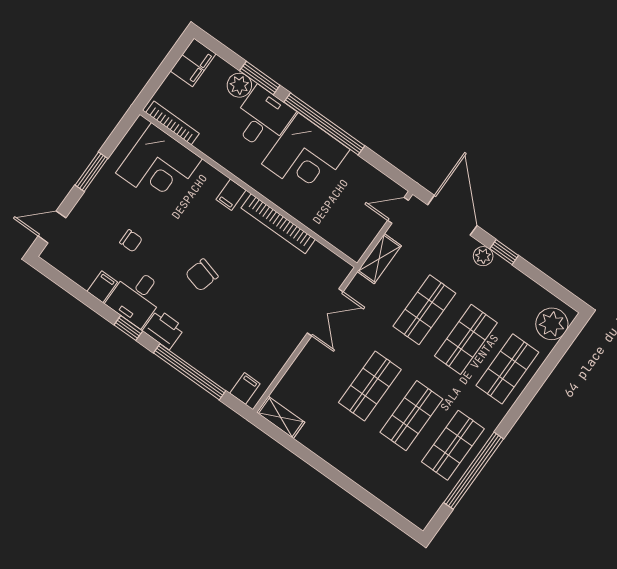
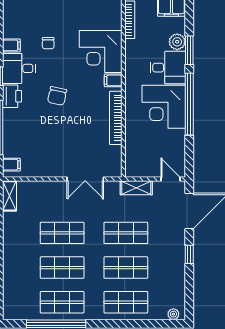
corner desk: (159, 166) -> (101, 52), moved
plant: (483, 256) -> (179, 244), removed
chair: (202, 275) -> (57, 96), turned -93
plant: (552, 324) -> (173, 314), width x0.53, depth x0.53

